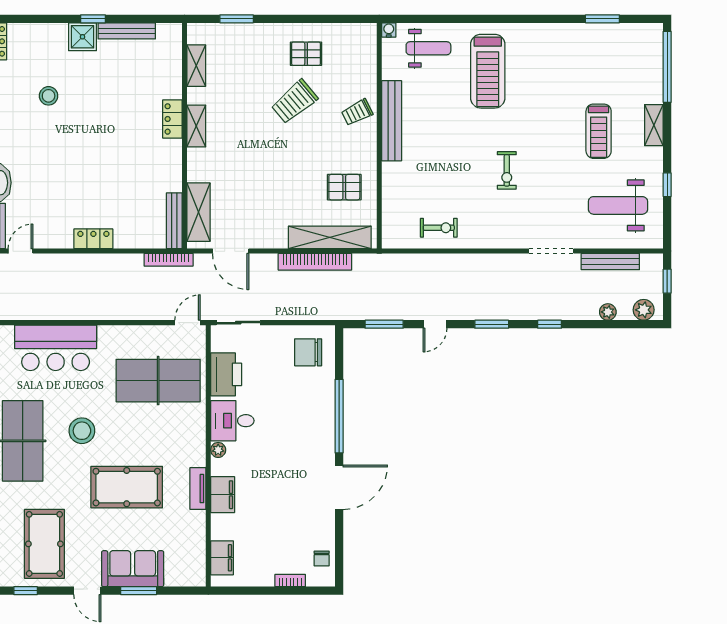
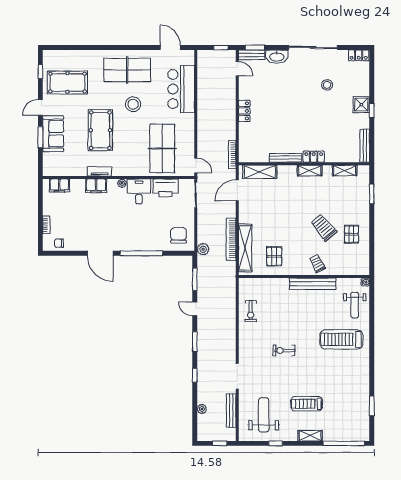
bench: (127, 31) -> (365, 146), moved
bench: (174, 221) -> (286, 158), moved
plant: (644, 310) -> (203, 249), moved

